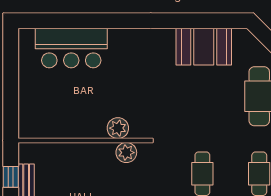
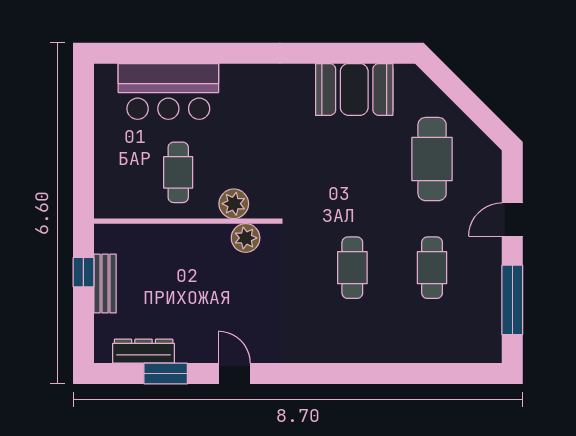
cafe table: (78, 106) -> (178, 172), added

